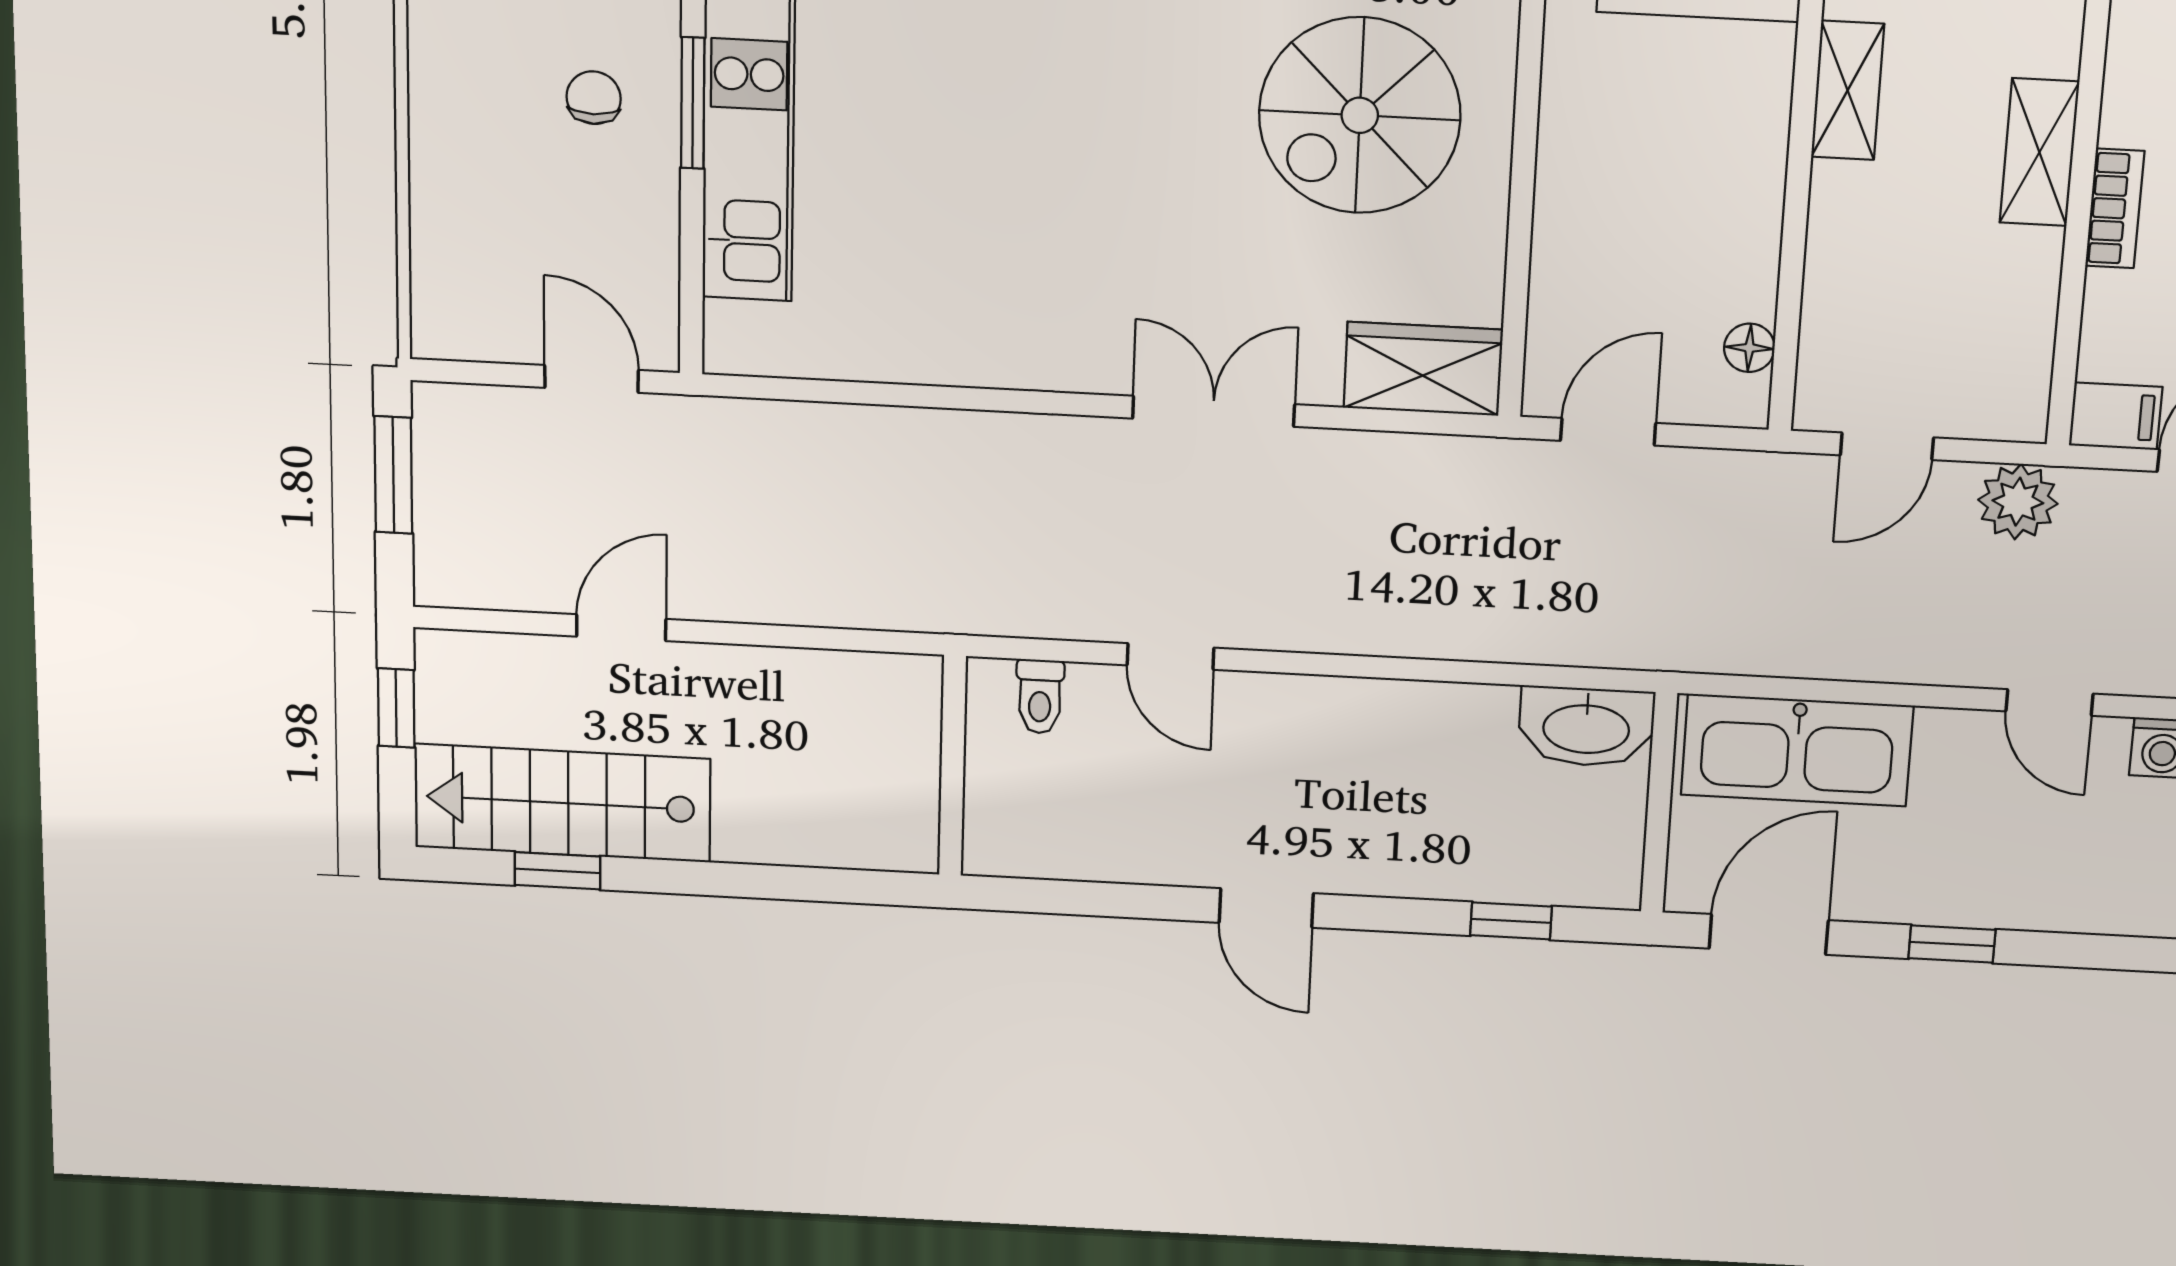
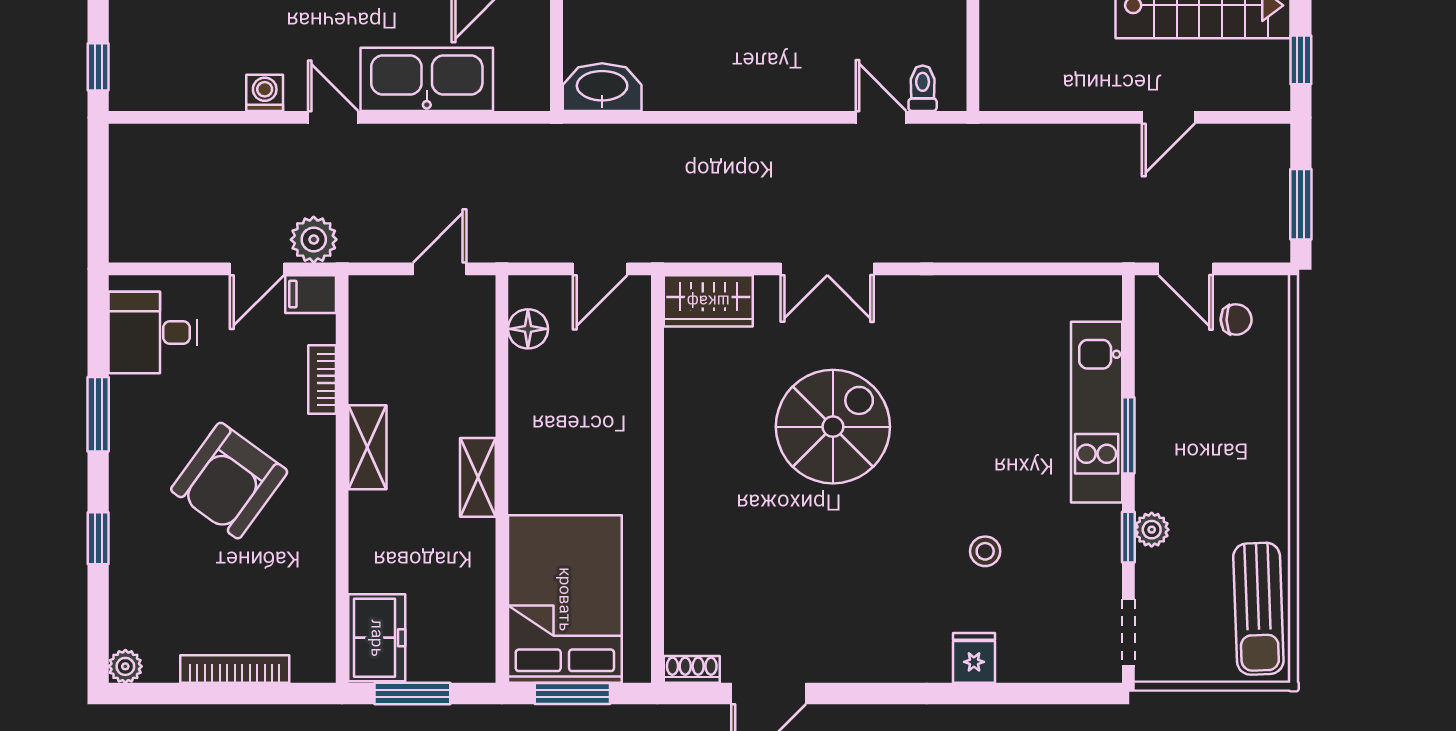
chair: (594, 98) -> (1236, 319), moved, turned -92
spiral stairs: (1360, 115) -> (833, 427), moved
bookcase: (2115, 208) -> (322, 380), moved
floor lamp: (1749, 348) -> (528, 329), width x1.37, depth x1.37
plant: (2018, 502) -> (314, 240), moved
door: (1171, 656) -> (881, 117), moved
kitchen sink: (1797, 750) -> (427, 79), moved

